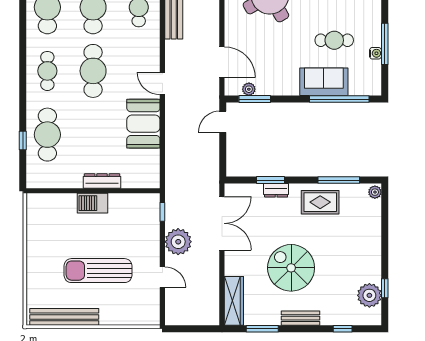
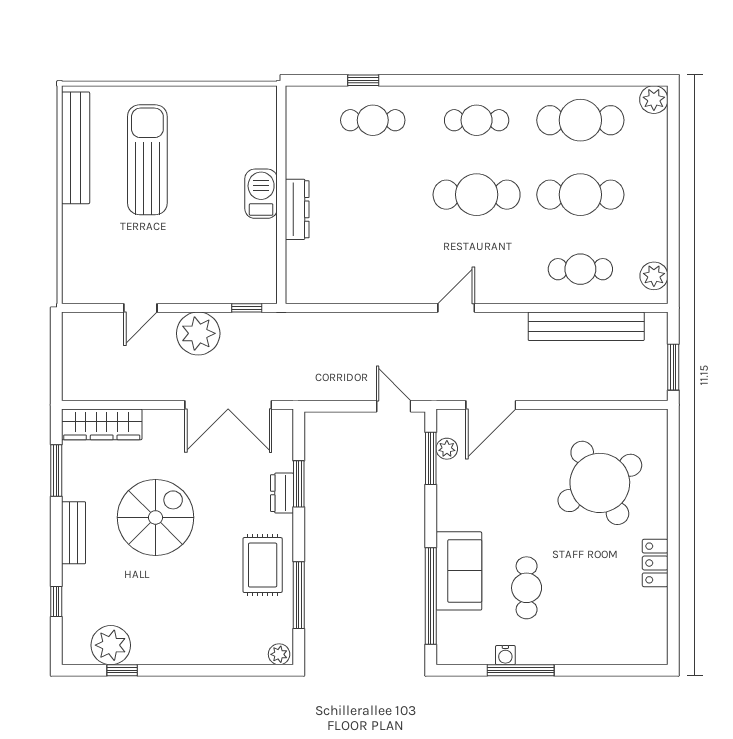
booth: (143, 124) -> (391, 277), removed
cafe table: (47, 135) -> (373, 120), width x0.73, depth x0.74
sun lounger: (98, 271) -> (147, 160), moved

